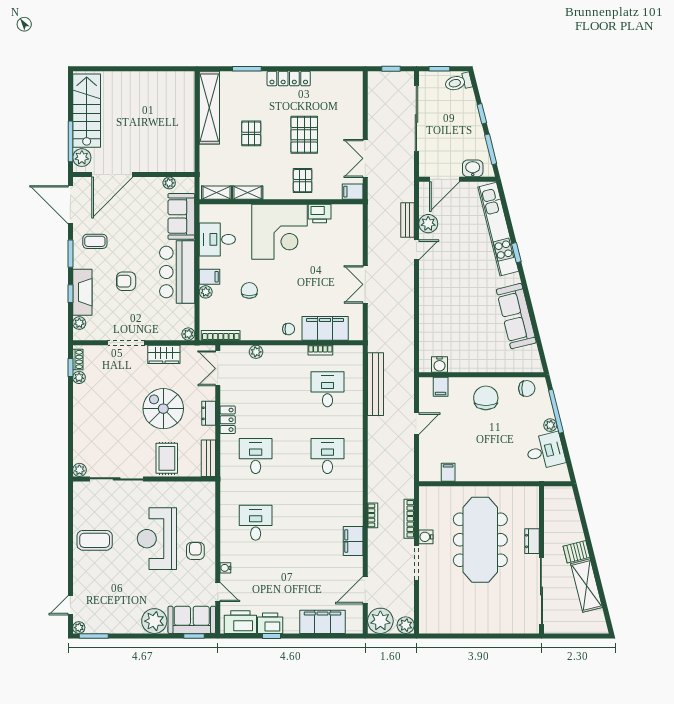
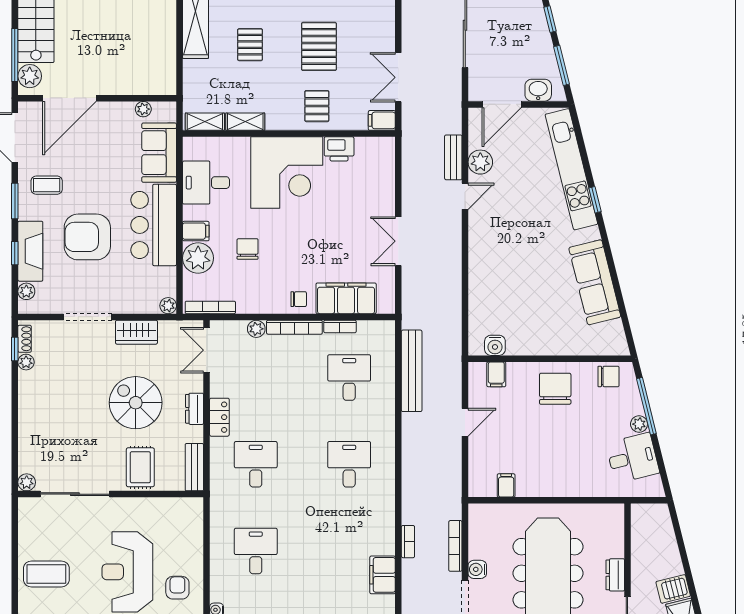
armchair: (126, 281) -> (87, 237), width x1.88, depth x1.88
plant: (206, 292) -> (198, 258), width x1.88, depth x1.88
bookcase: (285, 351) -> (294, 327), added

